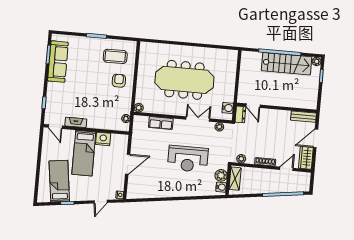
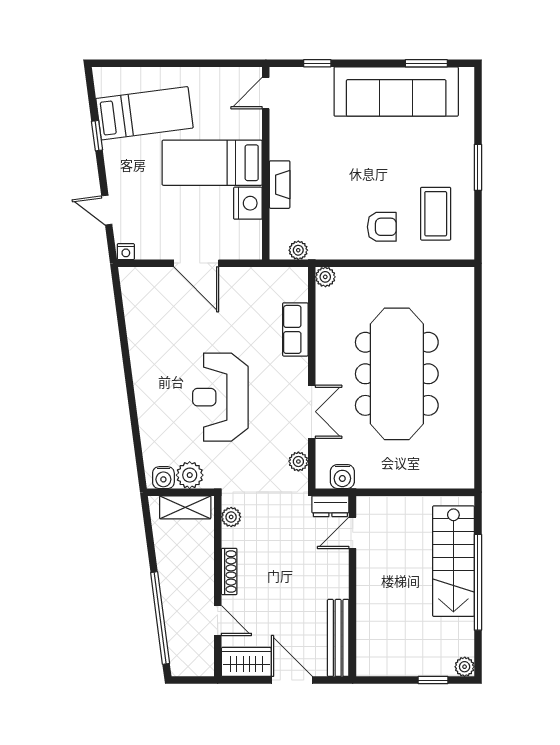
sofa: (58, 62) -> (396, 92), width x1.36, depth x1.27
stairs: (287, 64) -> (453, 561), moved
bench: (303, 117) -> (338, 638), width x1.36
fireplace: (76, 122) -> (280, 185), moved

